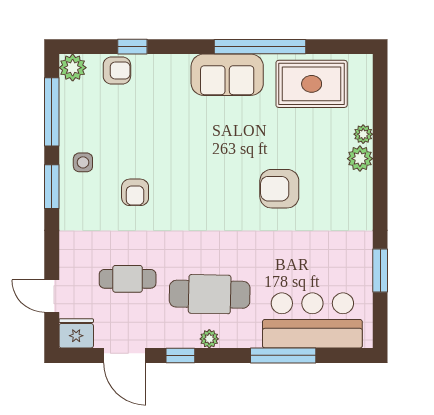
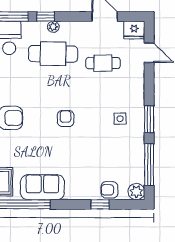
side table: (83, 162) -> (120, 119), moved
armchair: (135, 192) -> (66, 118), moved
window: (180, 355) -> (46, 17), moved

